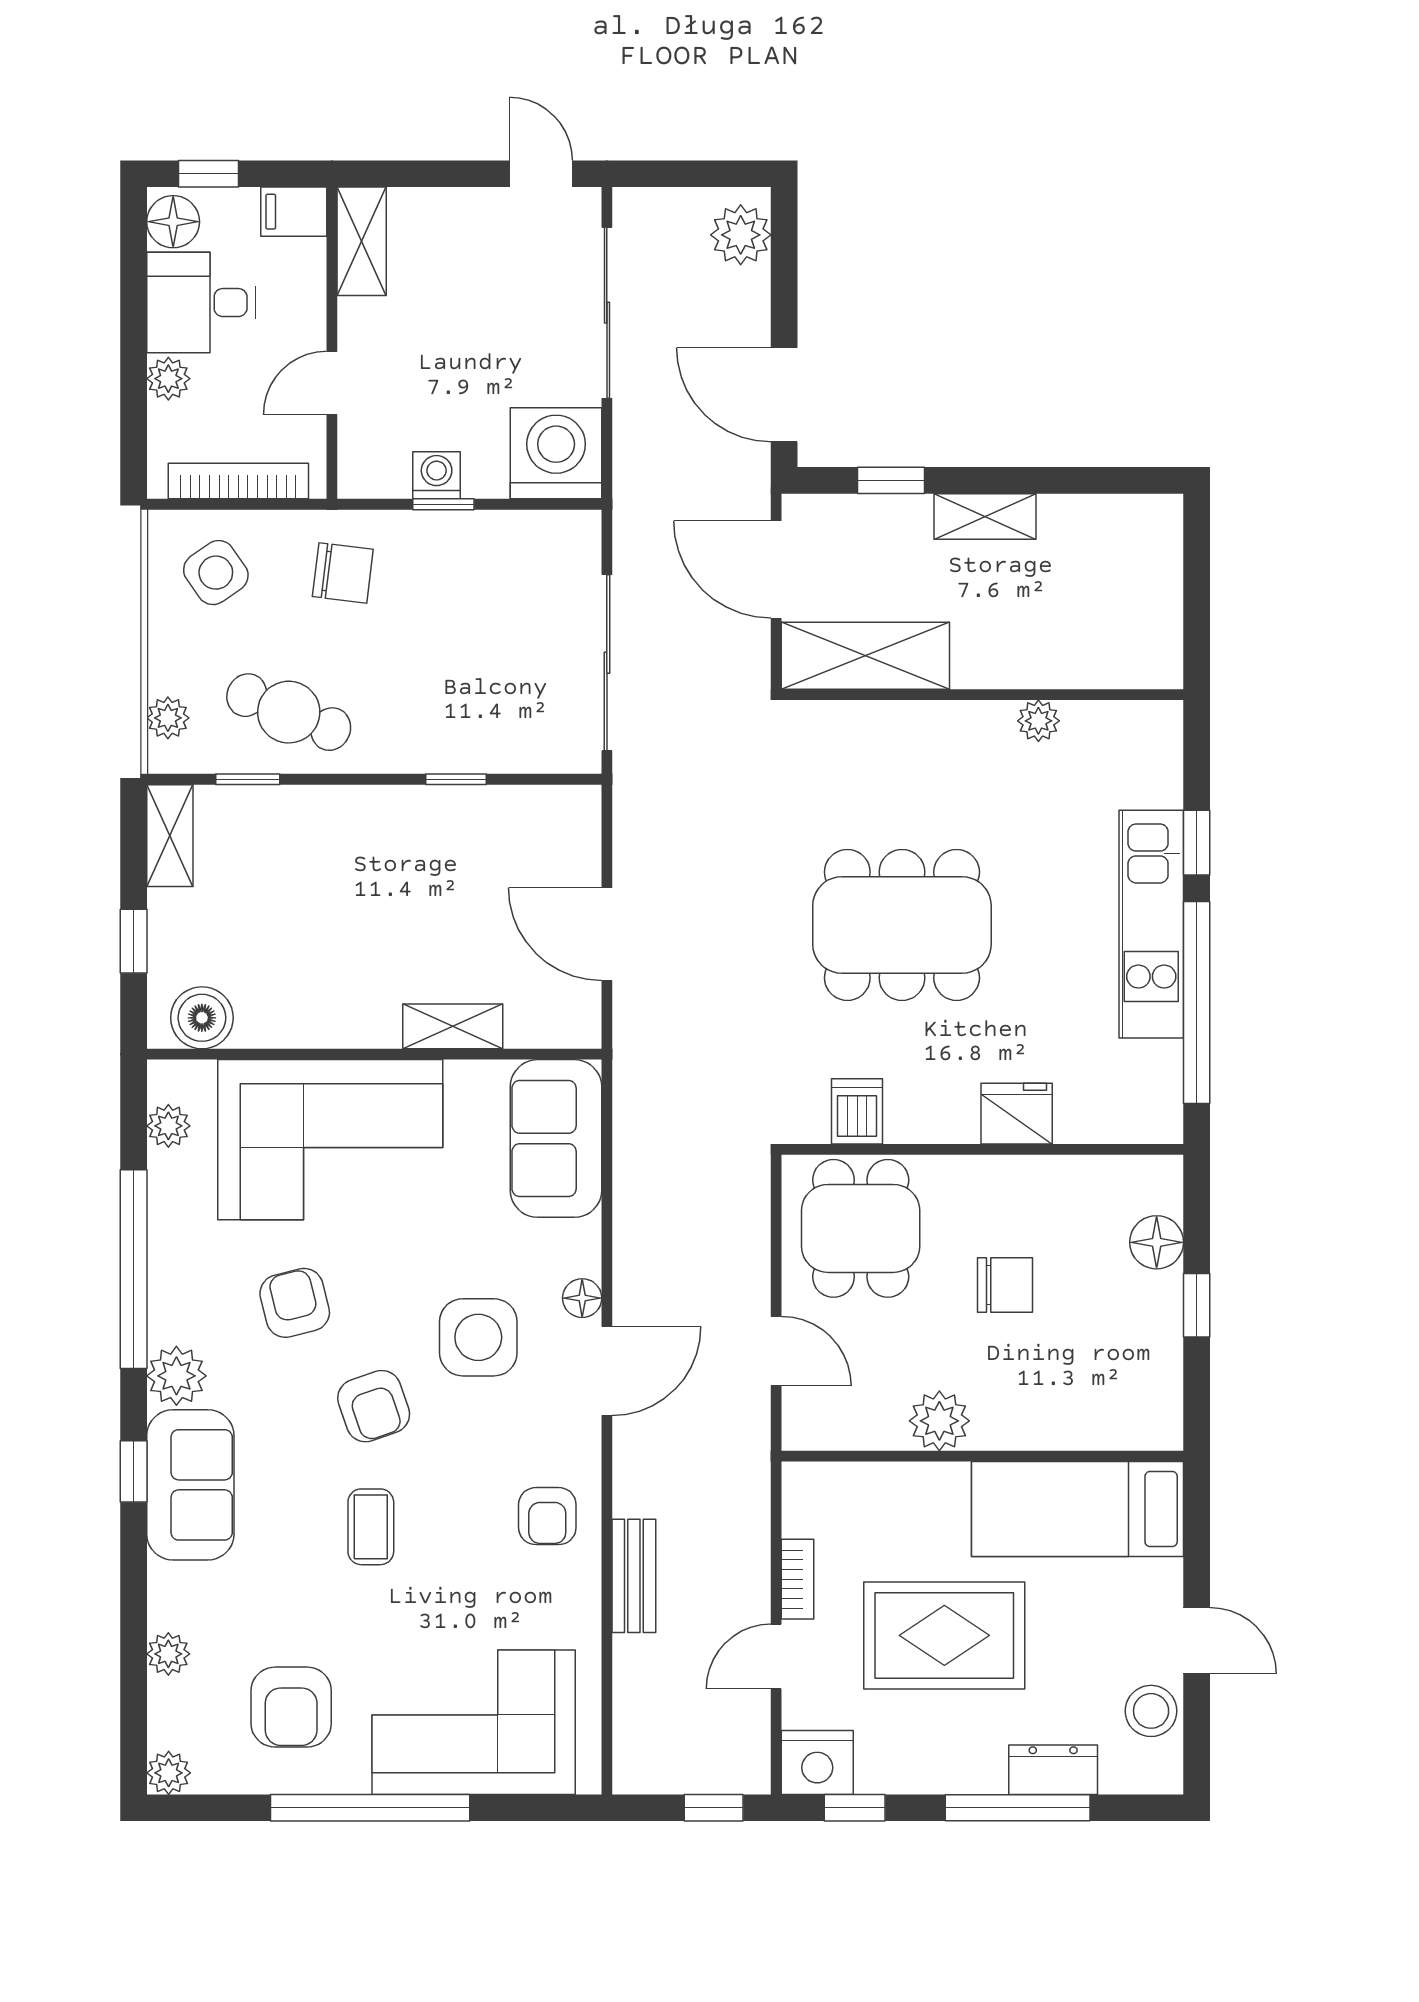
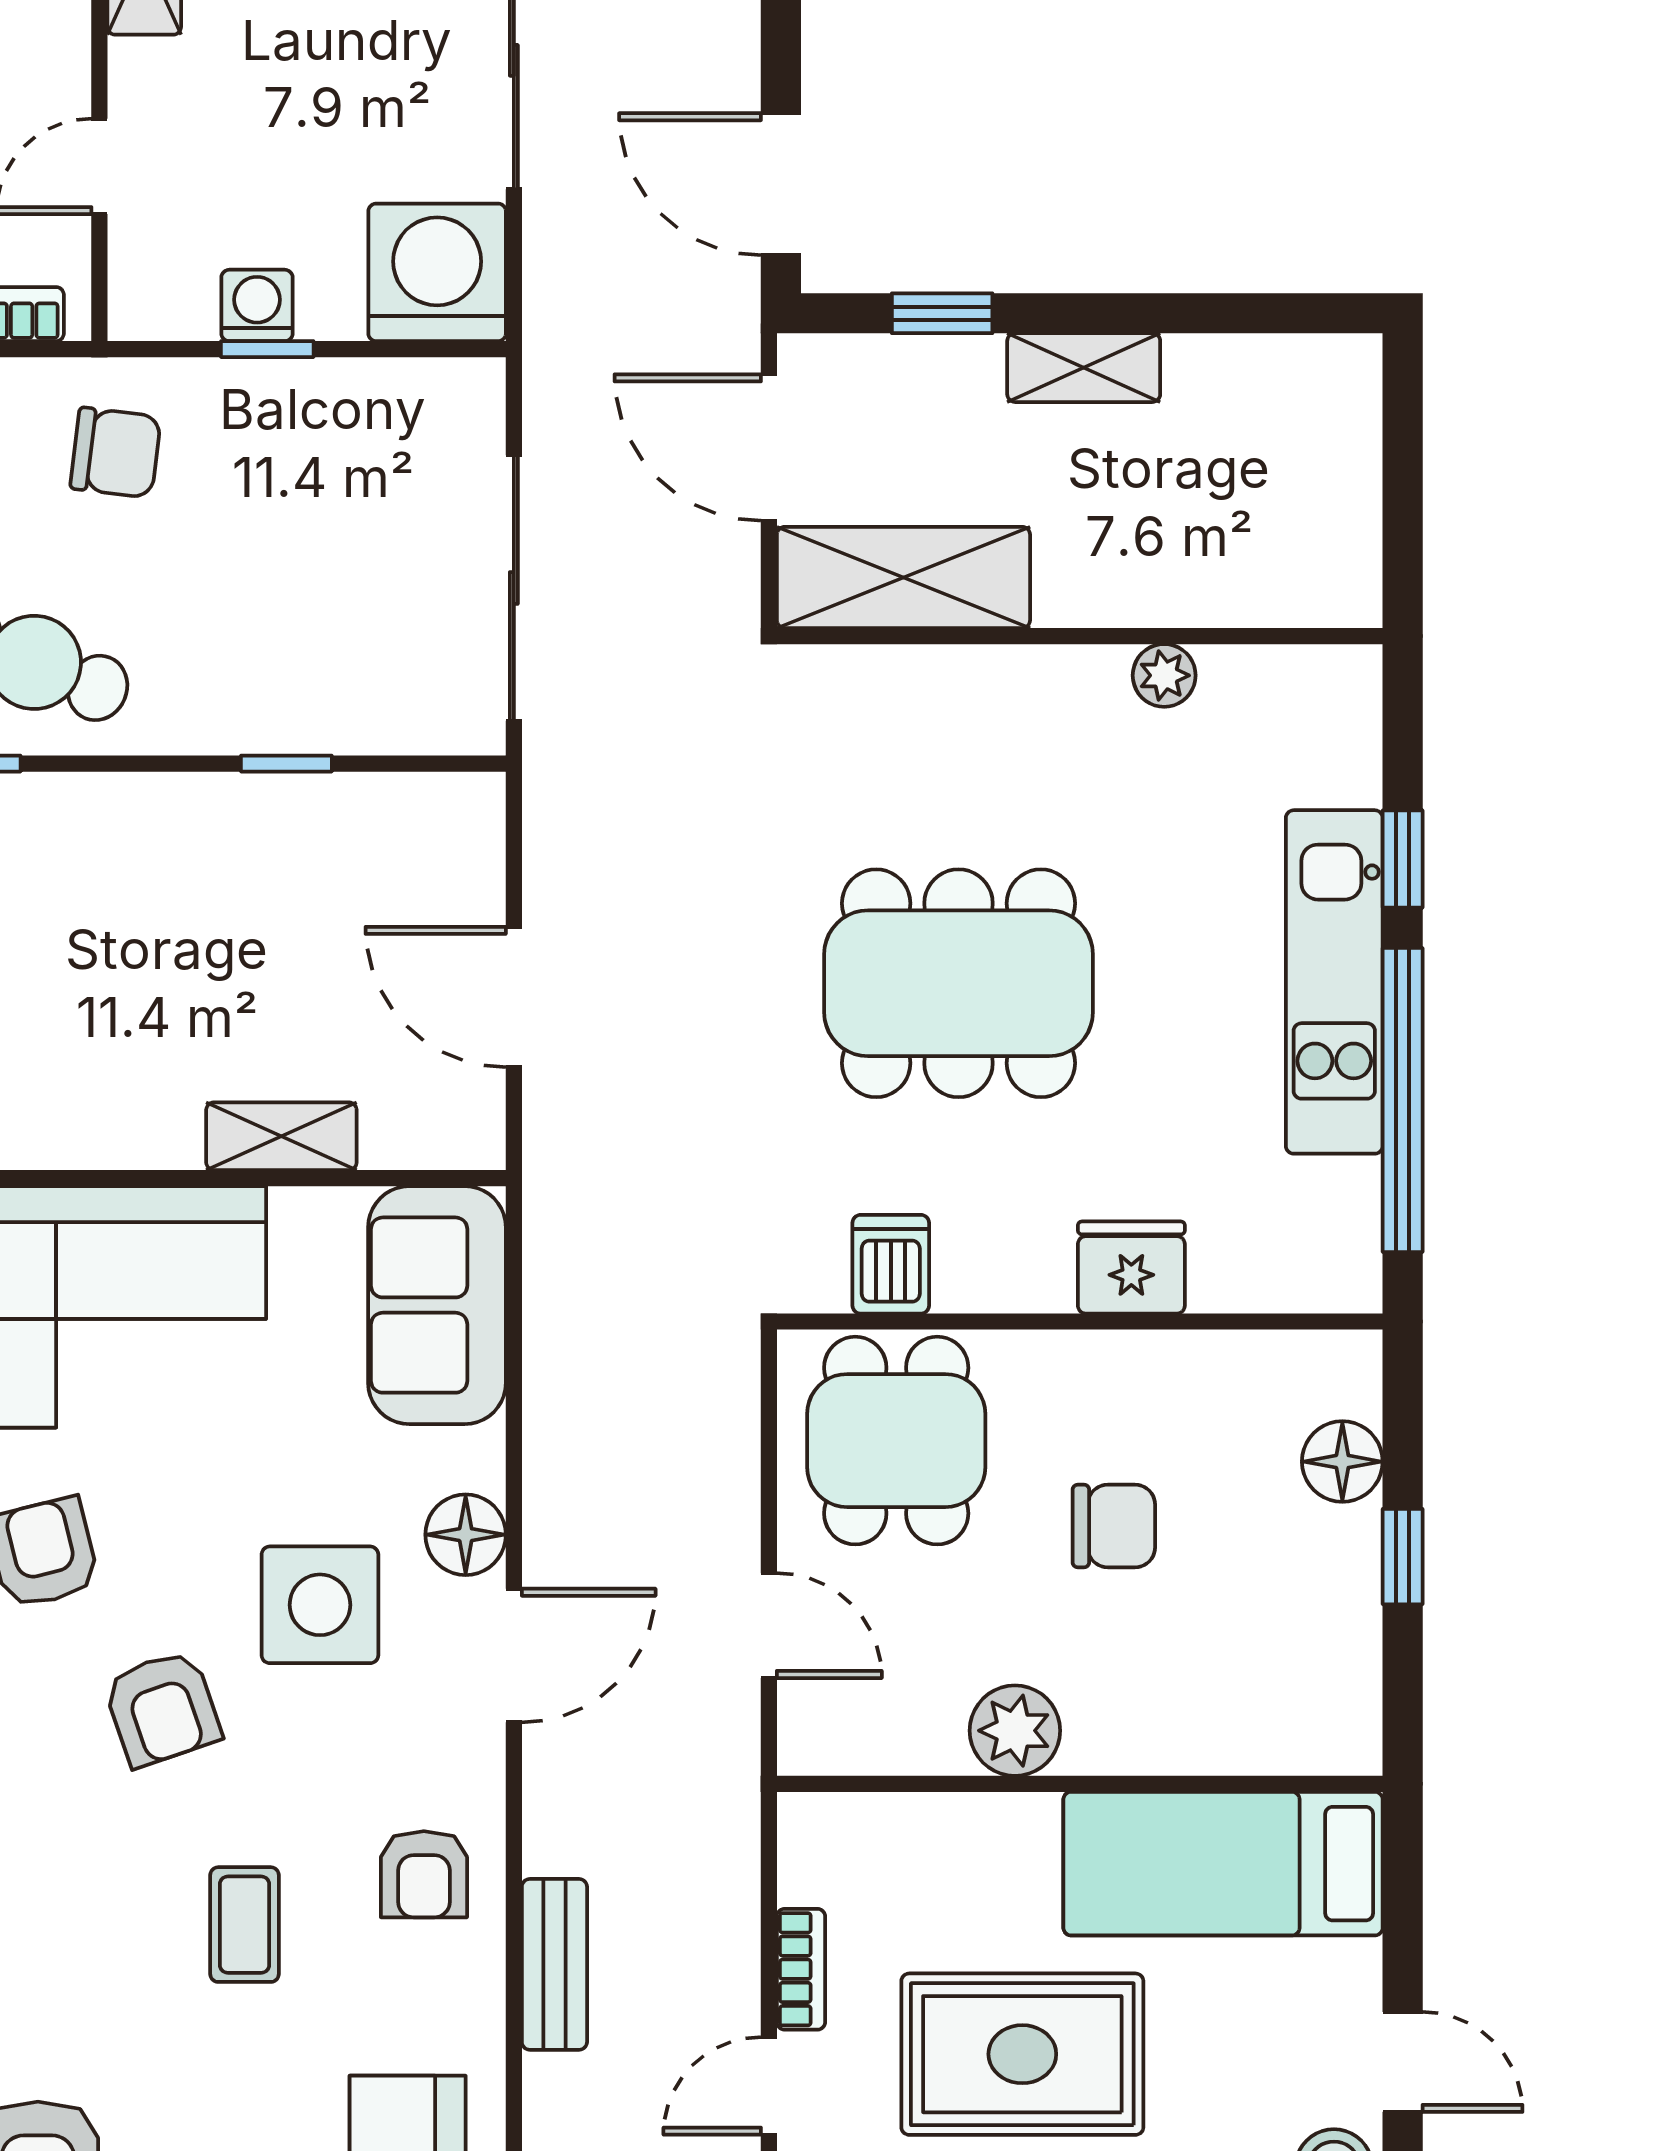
floor lamp: (582, 1298) -> (466, 1535), width x1.37, depth x1.37
coffee table: (371, 1527) -> (244, 1925), moved

